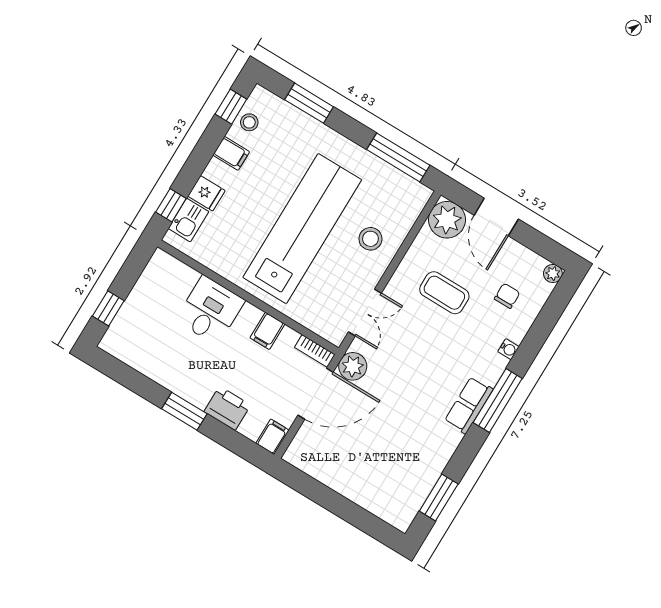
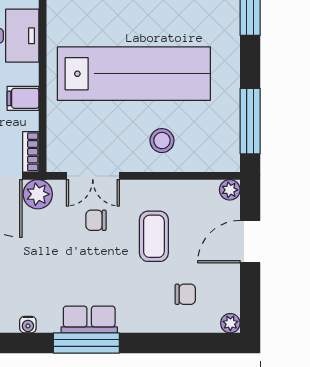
plant: (447, 220) -> (230, 190), width x0.53, depth x0.53
chair: (403, 332) -> (96, 220), added
water cooler: (508, 349) -> (28, 325), moved
row of seats: (469, 405) -> (89, 319), moved

